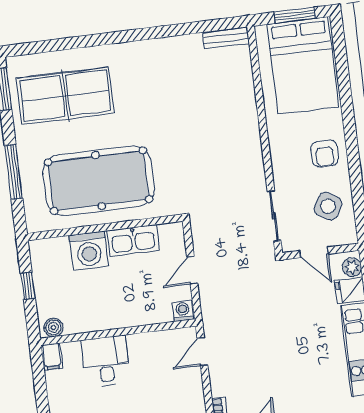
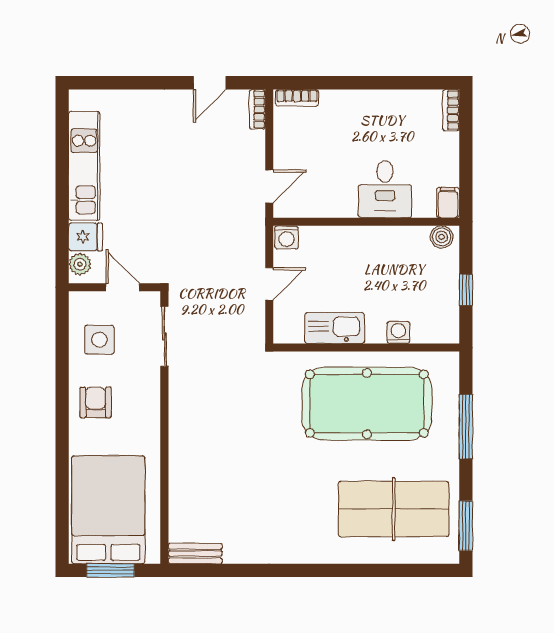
side table: (328, 206) -> (99, 340), turned -33
washing machine: (89, 251) -> (398, 332), width x0.53, depth x0.53

